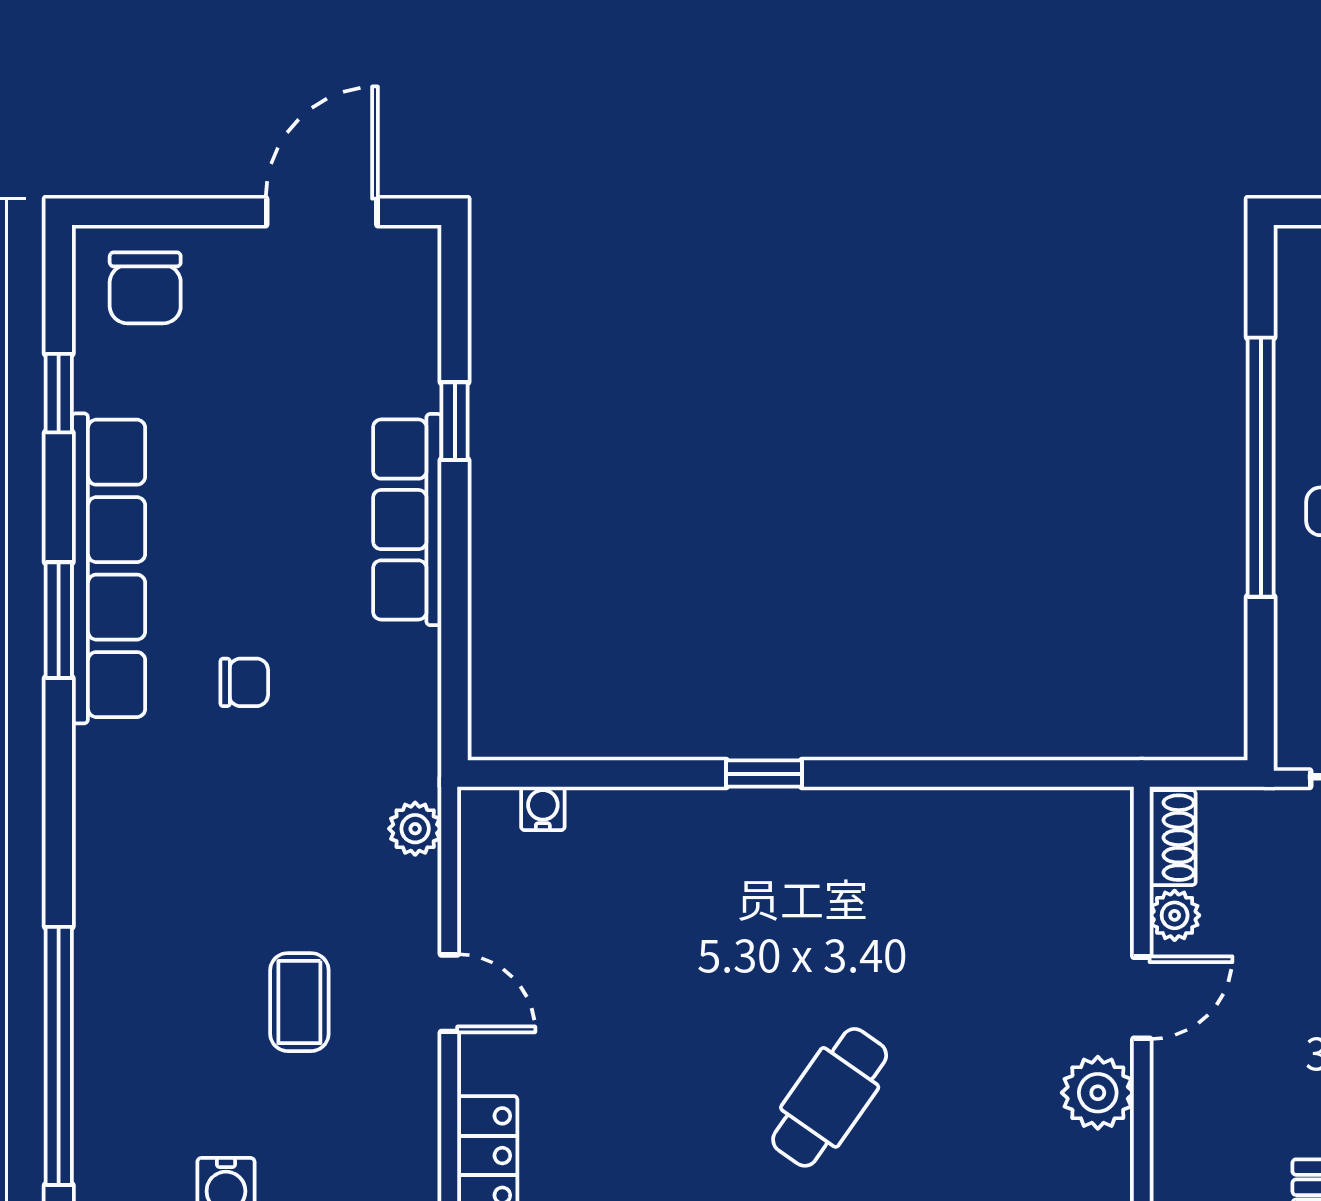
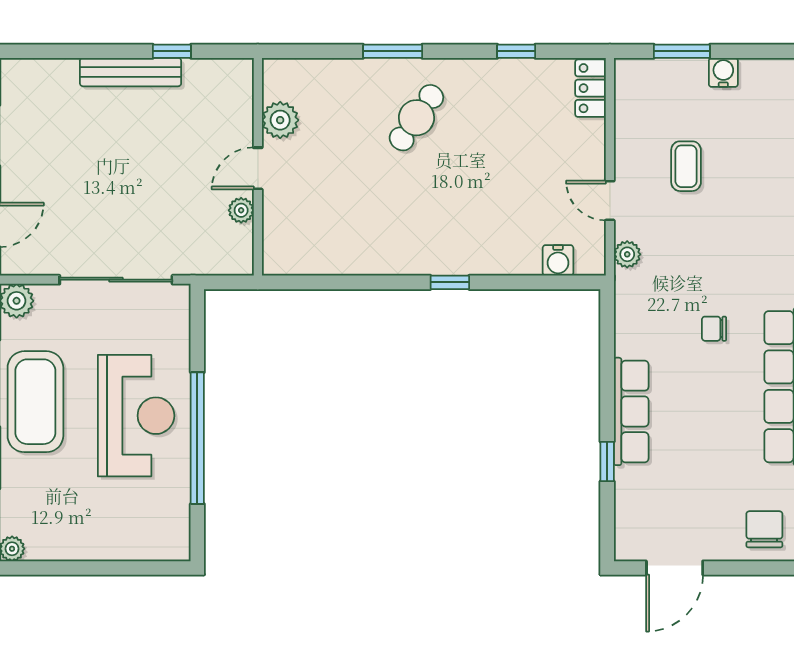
water cooler: (543, 808) -> (558, 260), width x1.38, depth x1.38
shoe rack: (1173, 838) -> (242, 250), removed
door: (449, 993) -> (610, 201), moved

